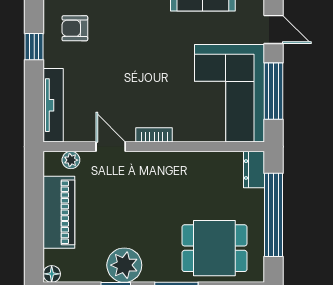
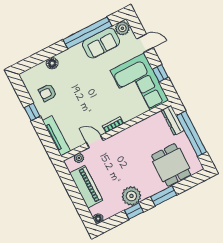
window: (274, 91) -> (160, 73), width x0.46
dresser: (254, 170) -> (173, 120), width x1.44
dining table: (214, 248) -> (171, 165), turned 90

